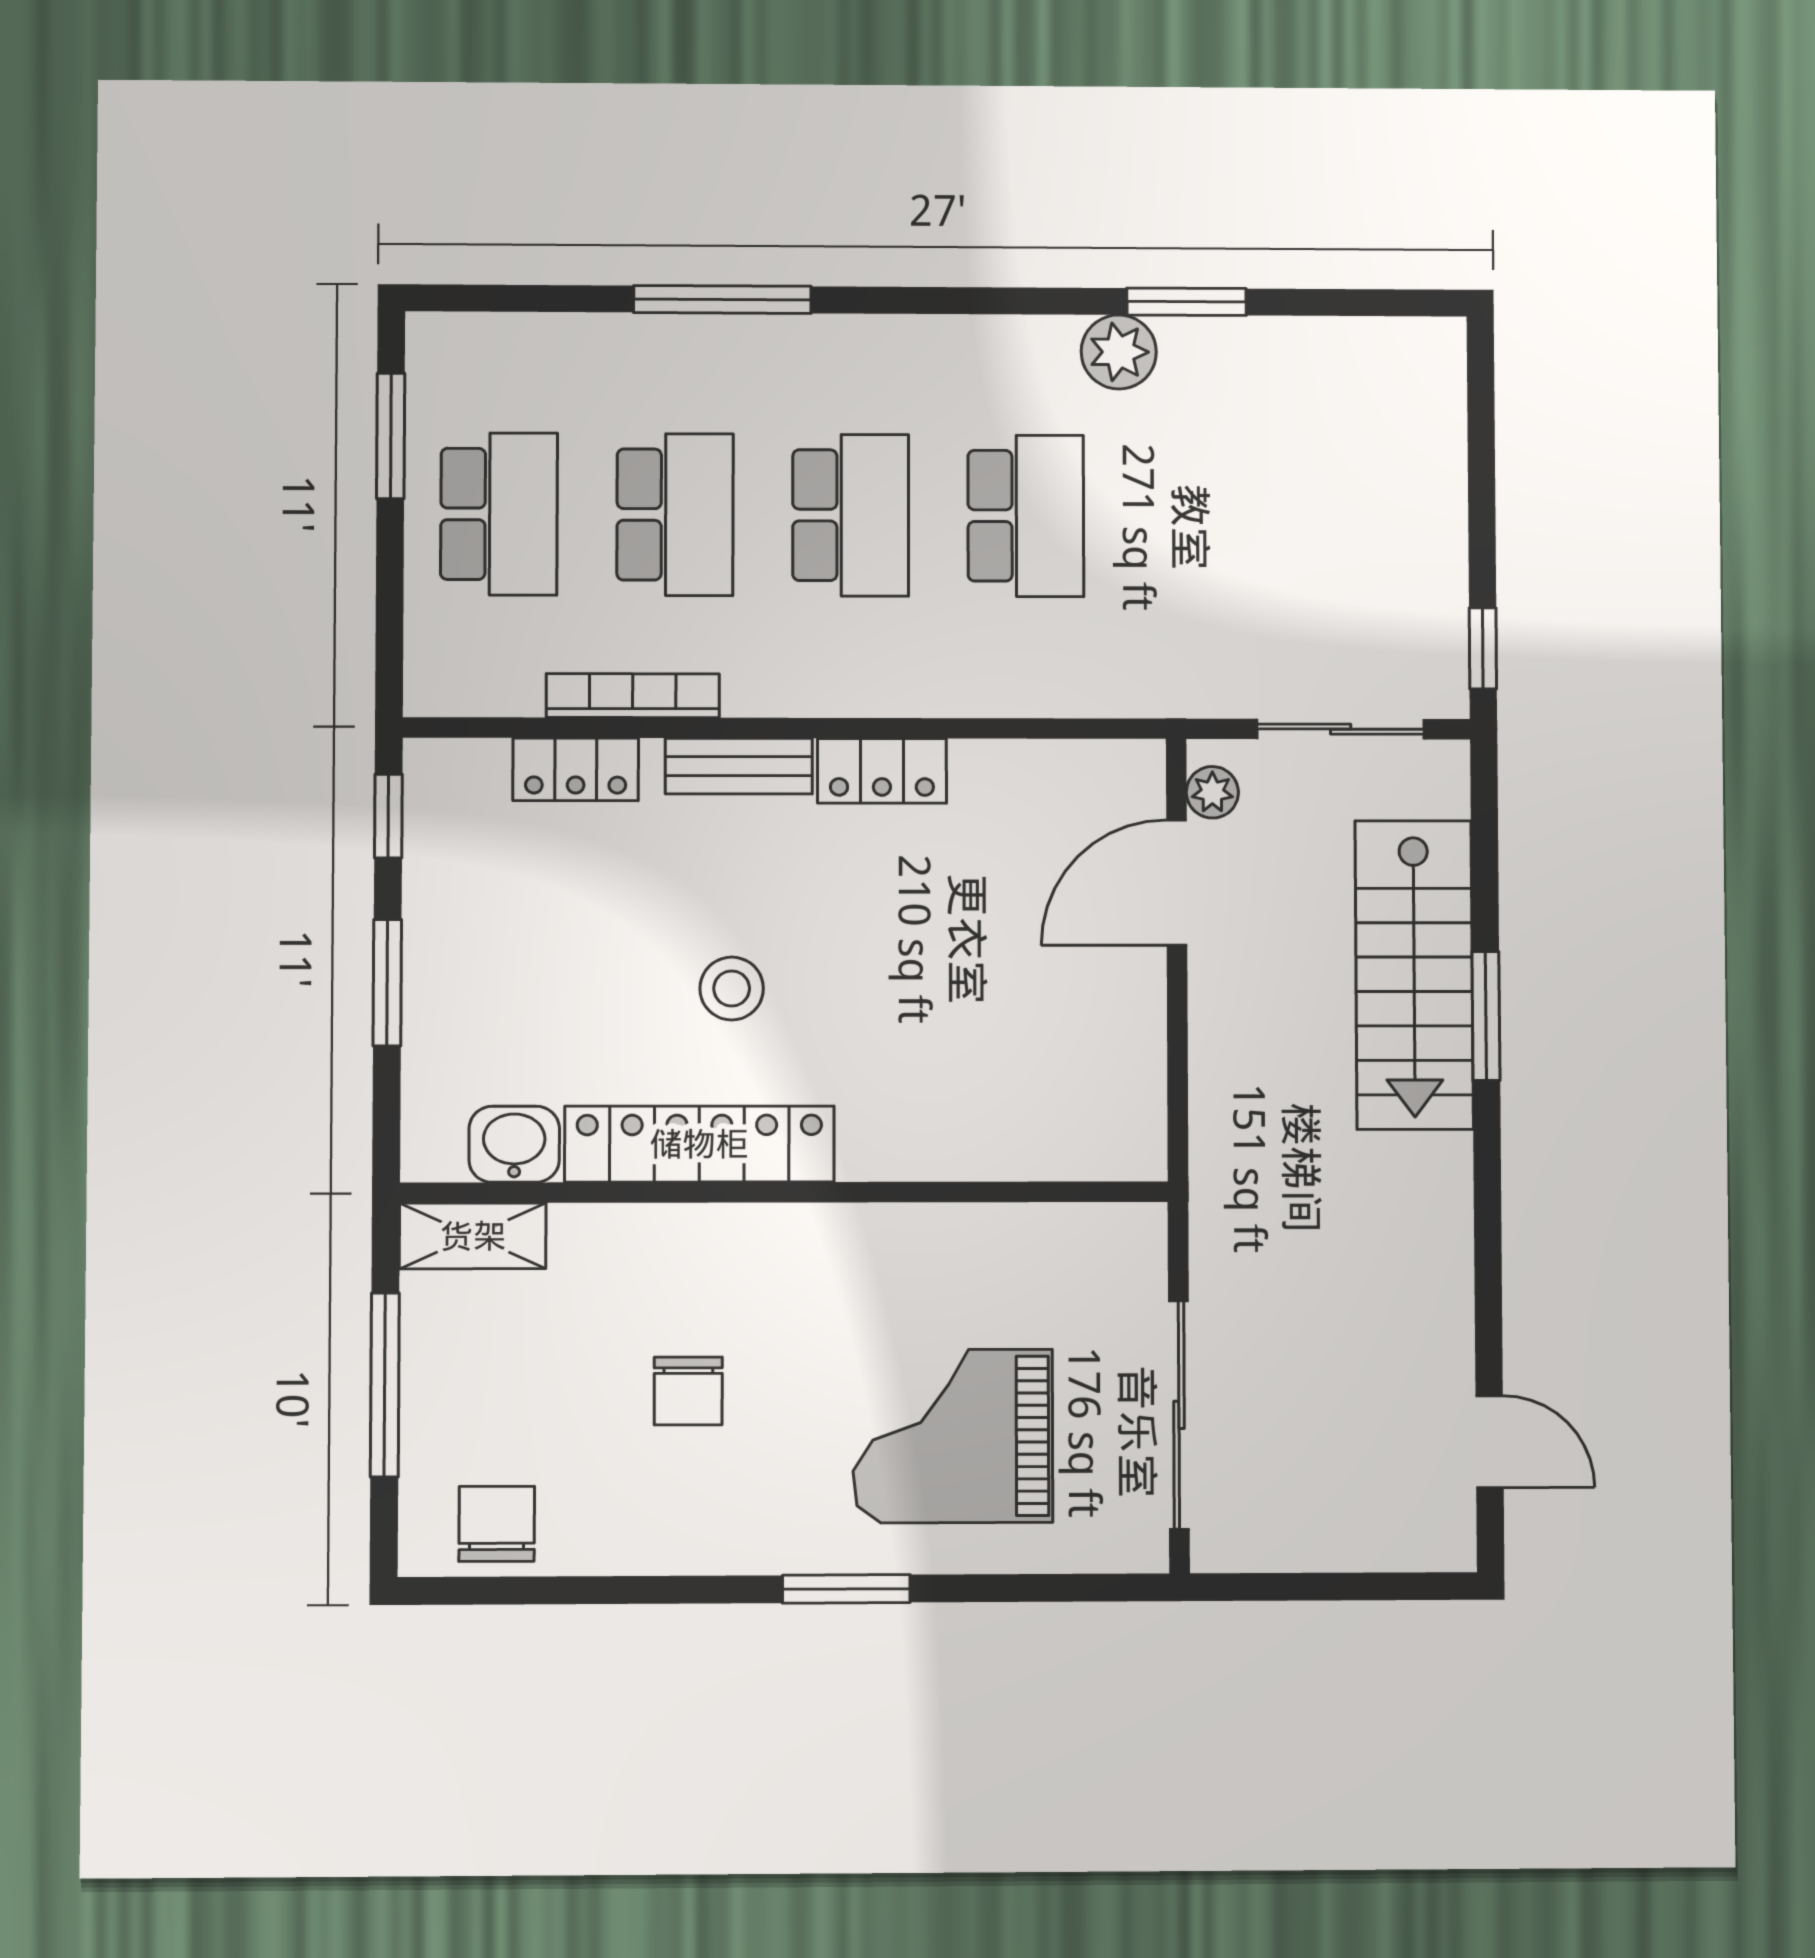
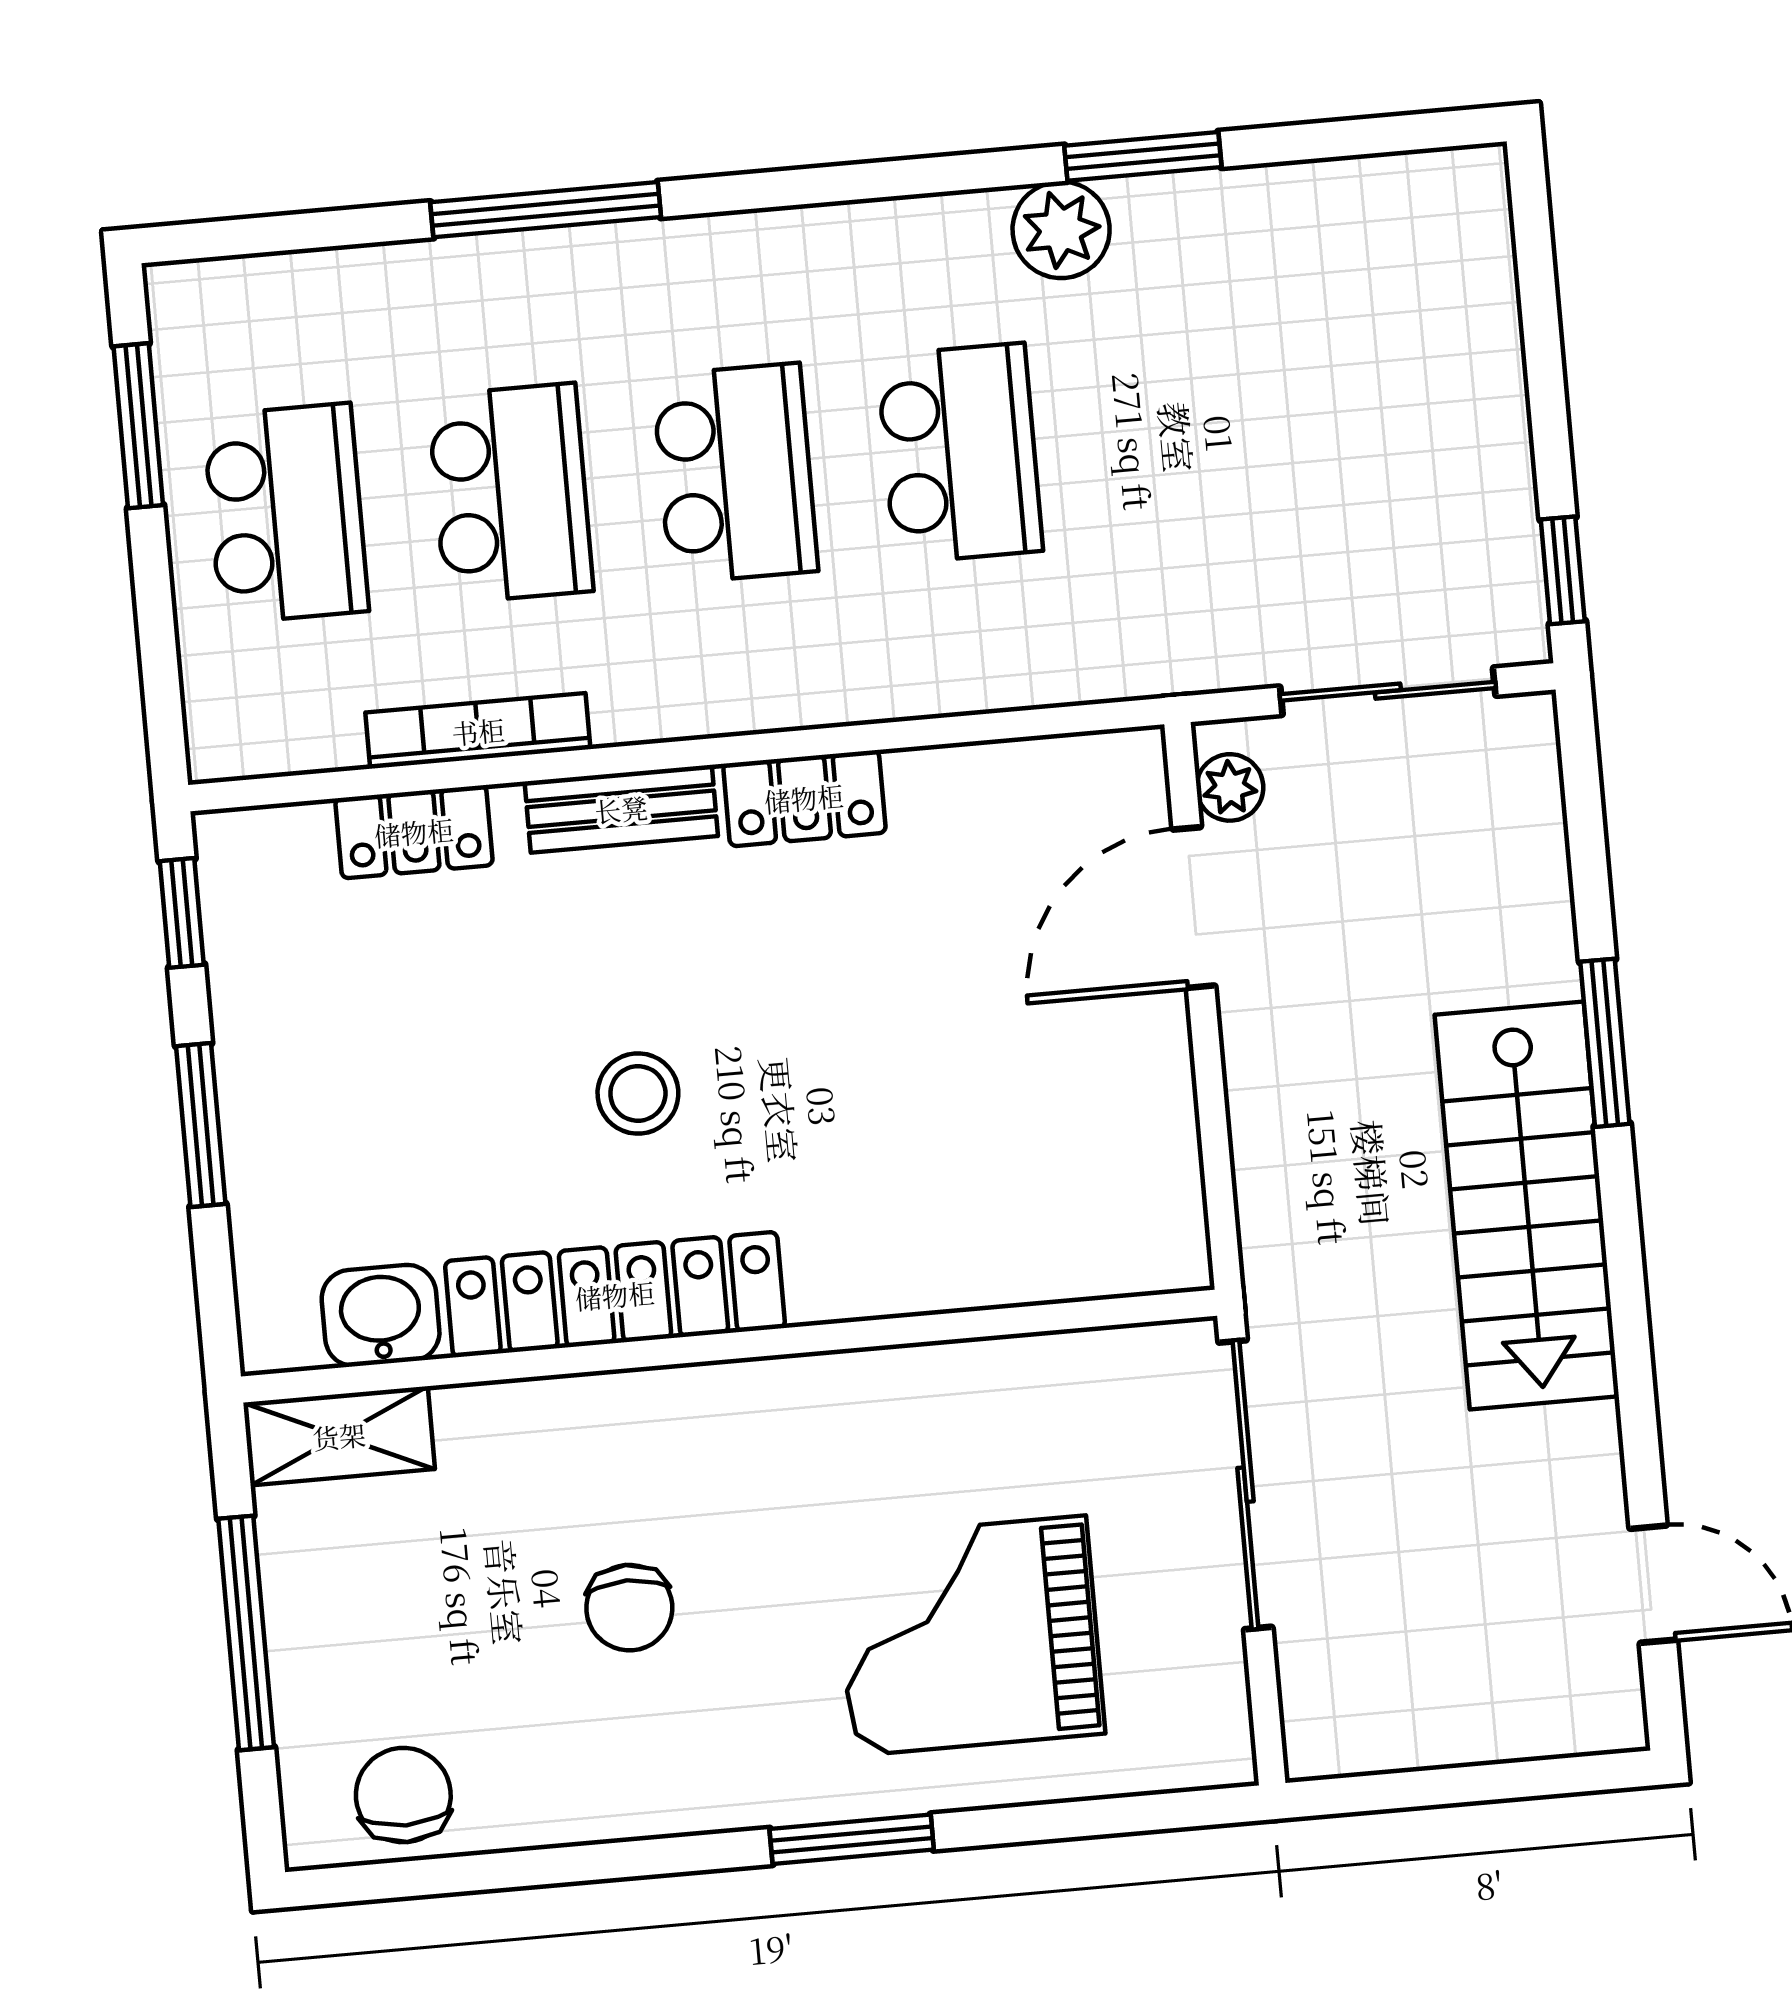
stairs: (1414, 975) -> (1527, 1205), moved
sliding door: (1179, 1415) -> (1245, 1485), moved

